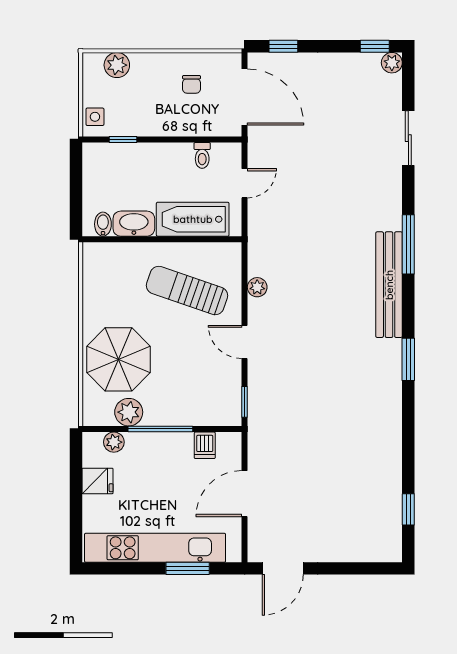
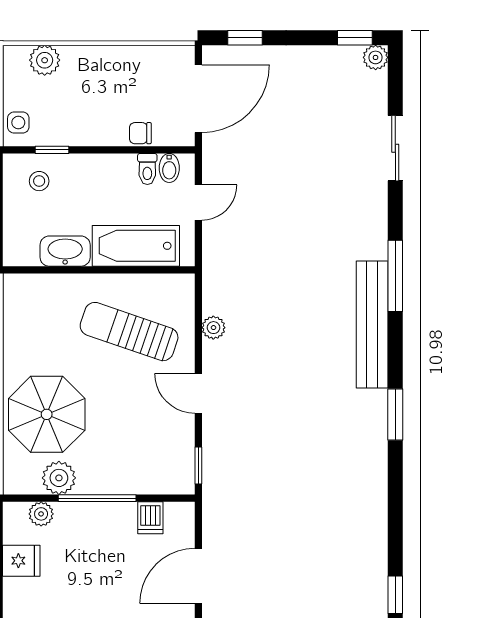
chair: (192, 84) -> (140, 133), moved, turned 90
door: (245, 97) -> (198, 99), hinge flipped
stool: (112, 165) -> (39, 181), added
bidet: (103, 224) -> (169, 168), moved, turned 180

